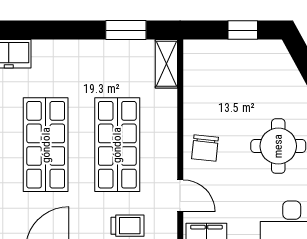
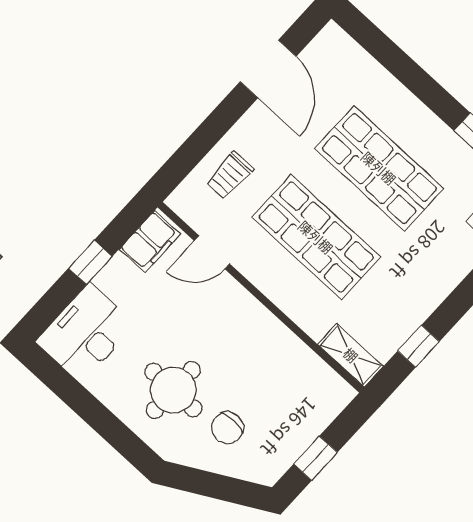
window: (126, 30) -> (419, 346), width x0.67
chair: (205, 148) -> (227, 428), moved, turned -96

